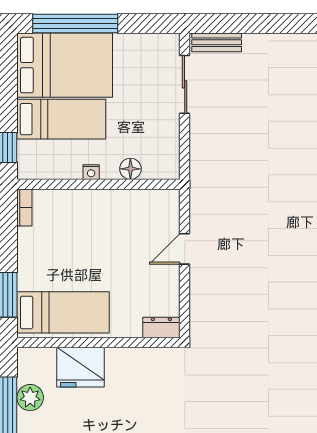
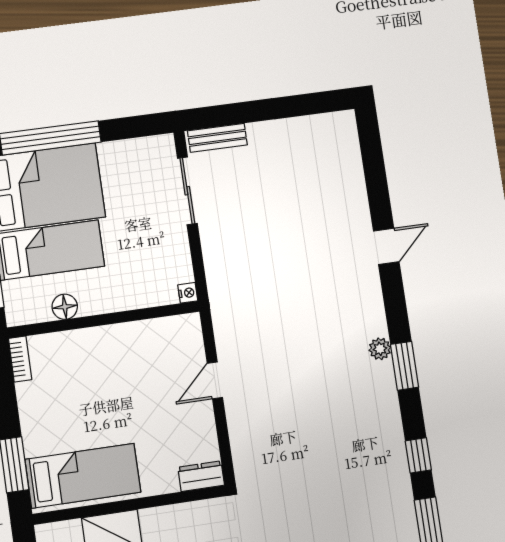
floor lamp: (130, 169) -> (65, 307), moved
nightstand: (91, 172) -> (188, 293), moved, turned -90

